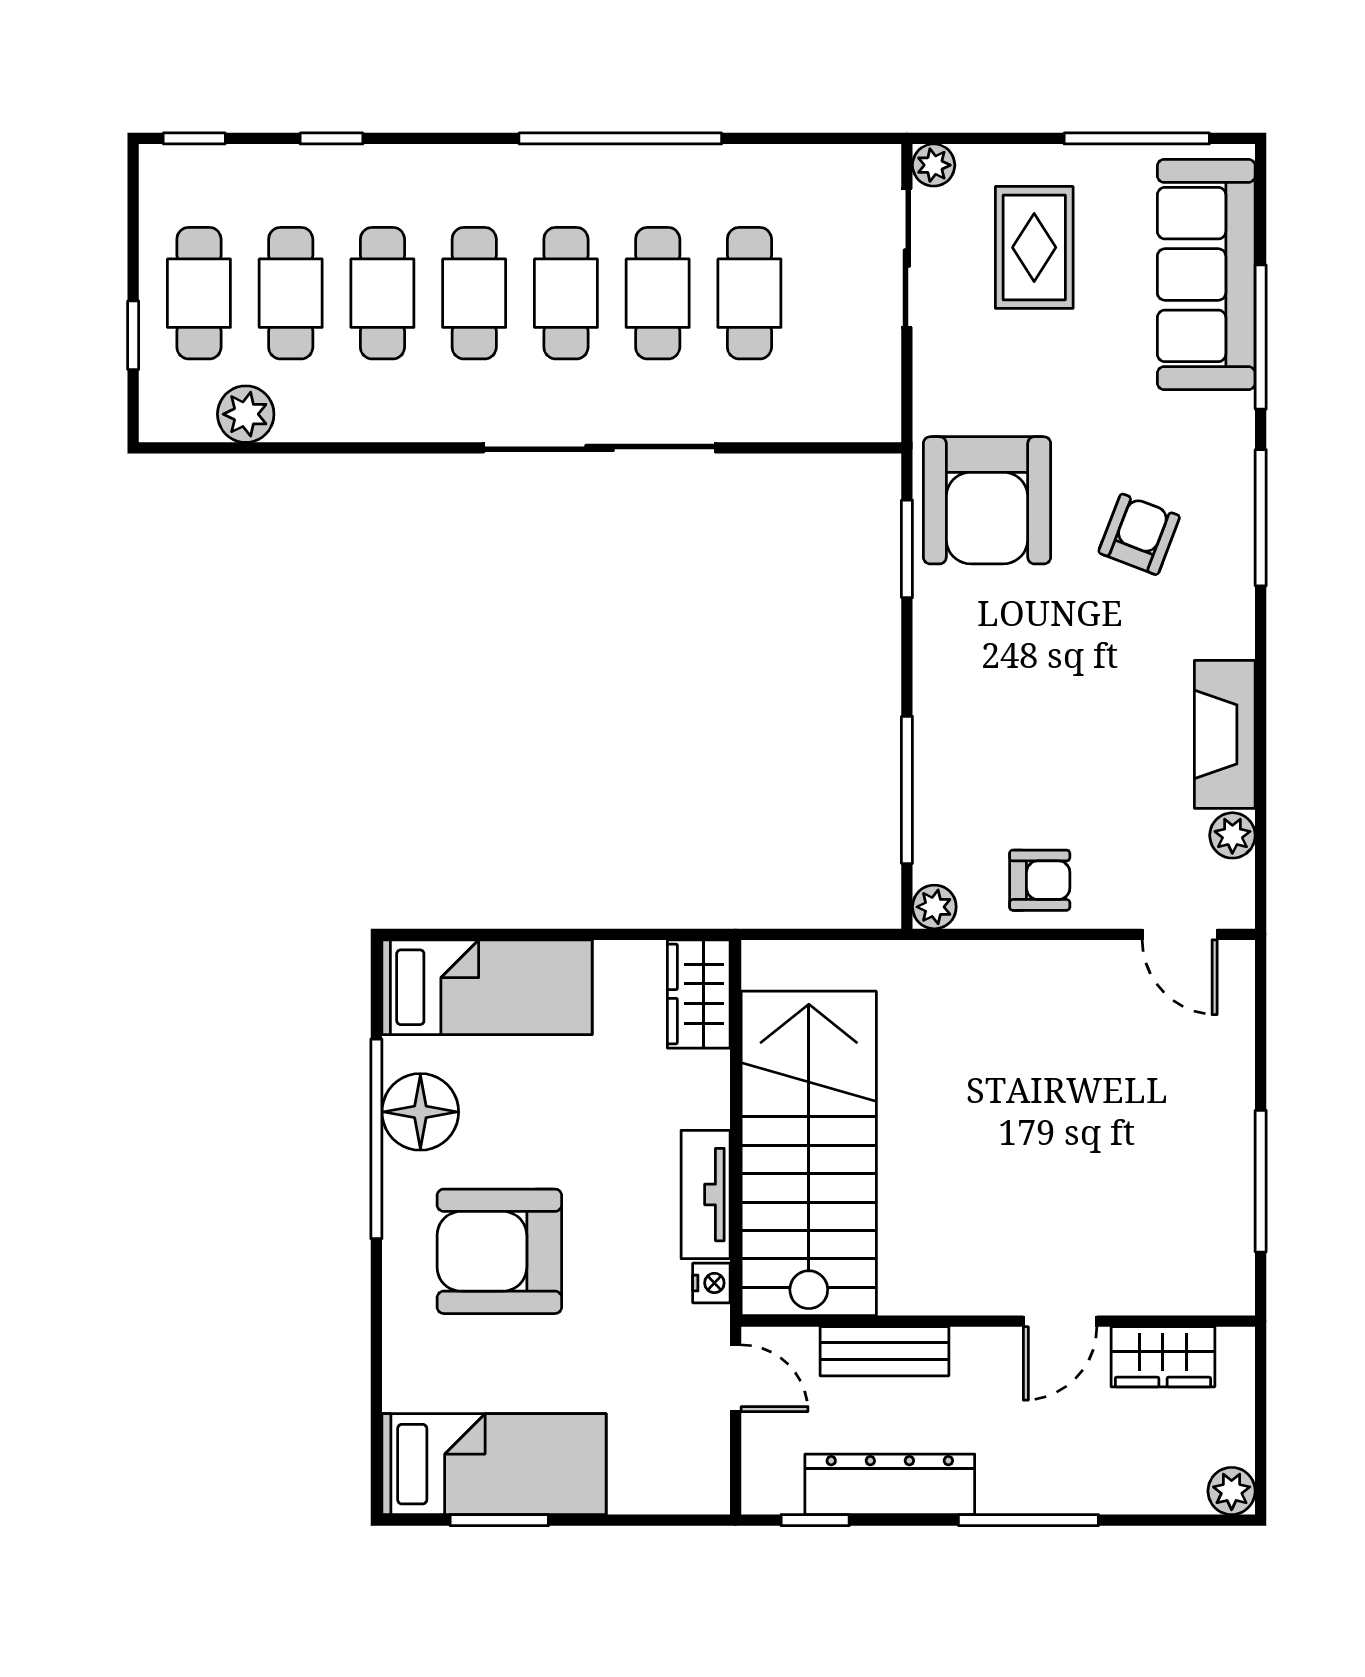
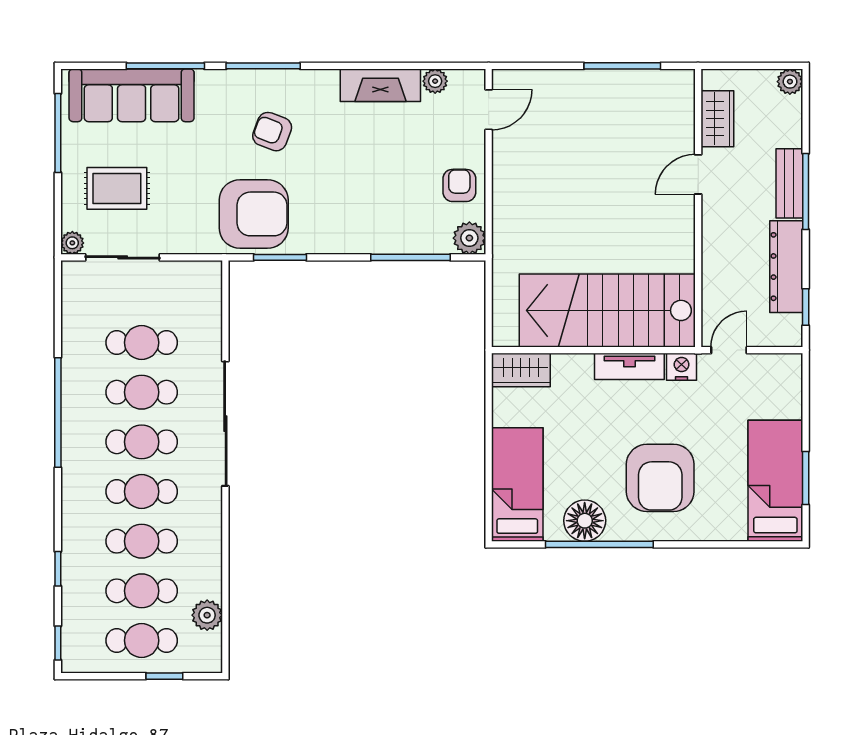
plant: (934, 907) -> (469, 238), width x1.38, depth x1.38
nightstand: (711, 1283) -> (682, 367), width x1.39, depth x1.35
door: (1060, 1321) -> (698, 174), swing flipped
bench: (884, 1351) -> (789, 183), moved

